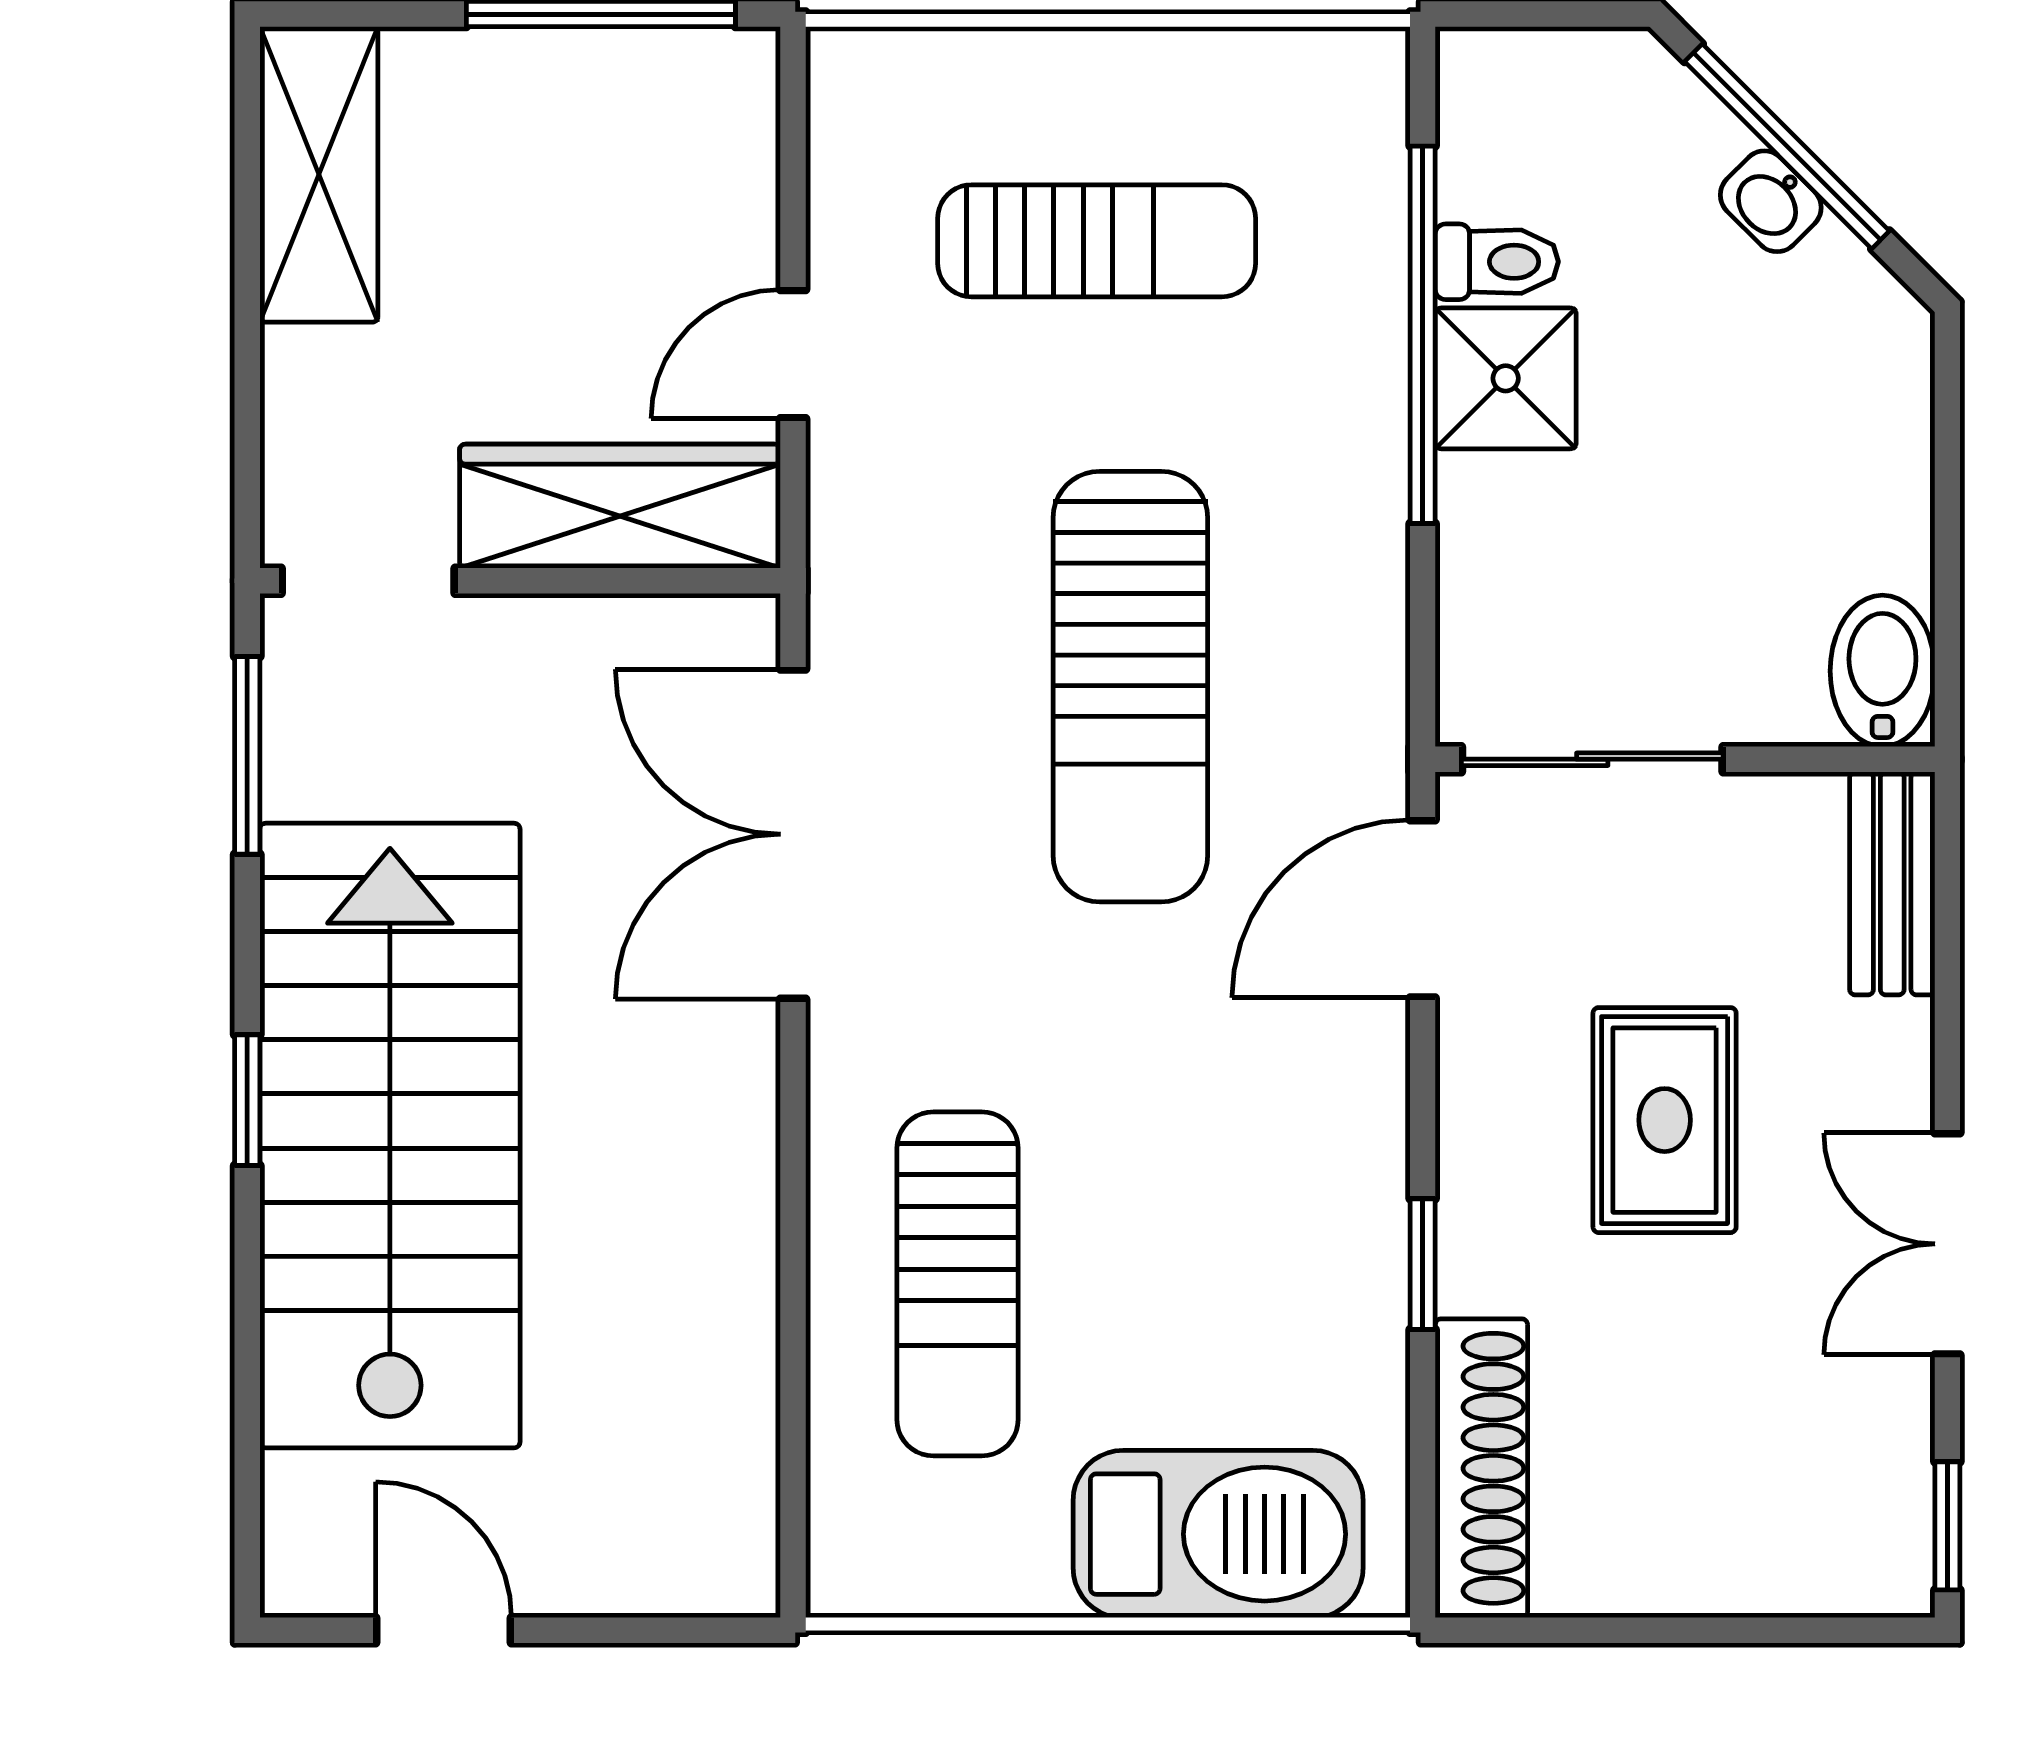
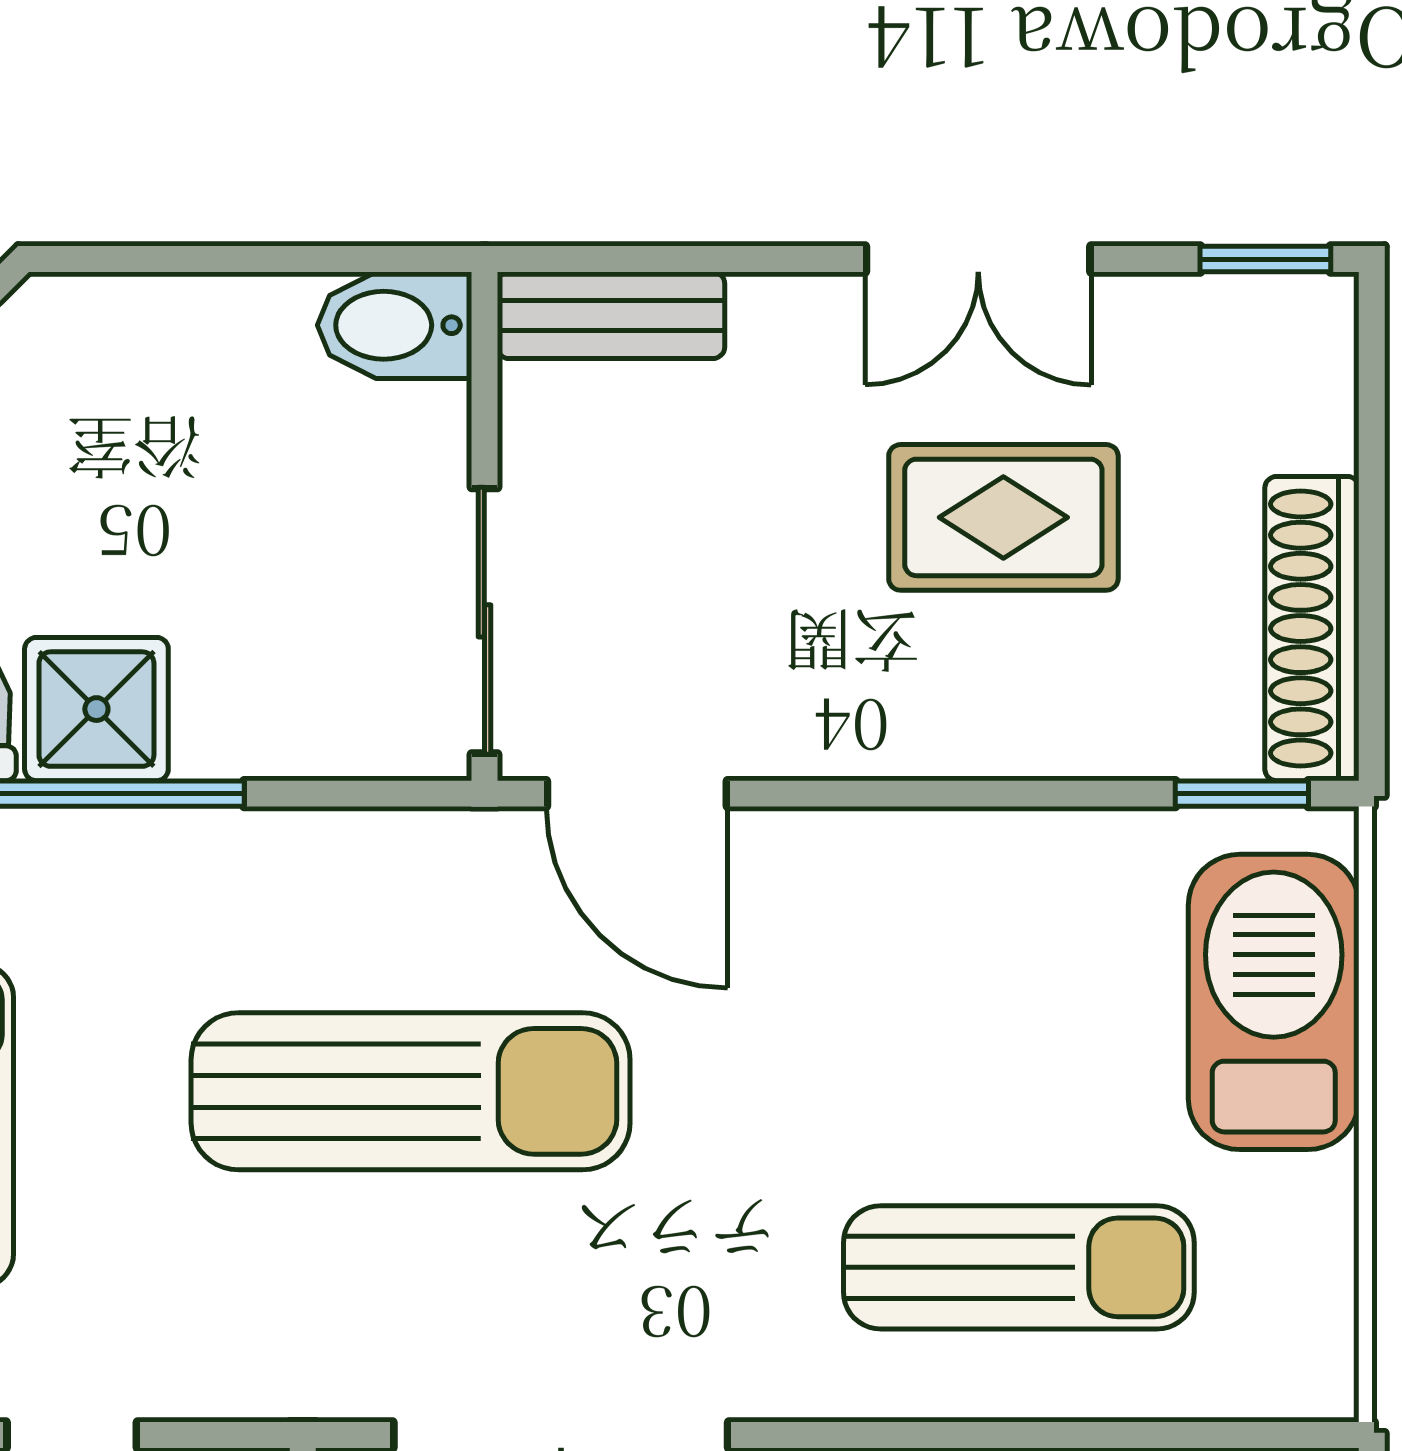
rug: (1665, 1120) -> (1003, 517), moved
window: (1423, 1264) -> (1242, 794), moved
shoe rack: (1481, 1468) -> (1312, 629), moved, turned -90

